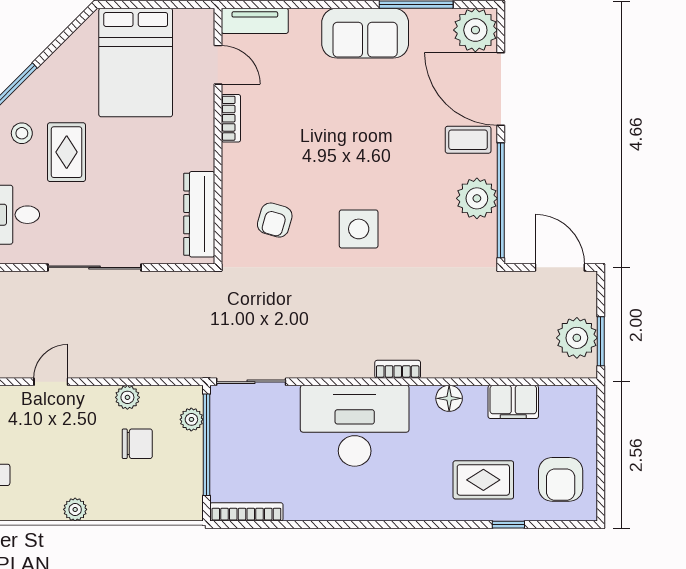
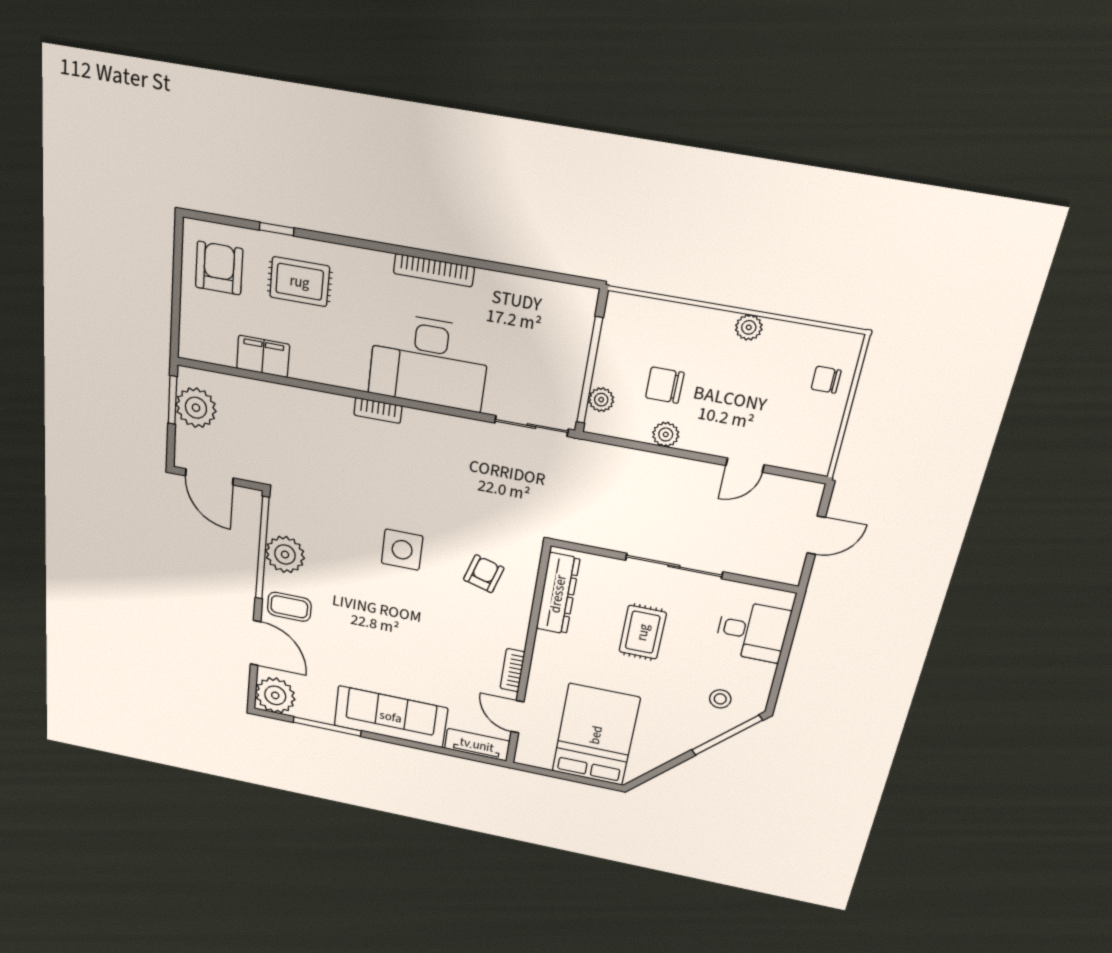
sofa: (365, 33) -> (391, 717), width x1.36
door: (501, 89) -> (256, 643), width x0.73
rug: (67, 152) -> (643, 632), moved
floor lamp: (449, 398) -> (328, 372), removed
bookcase: (246, 512) -> (434, 270), moved

